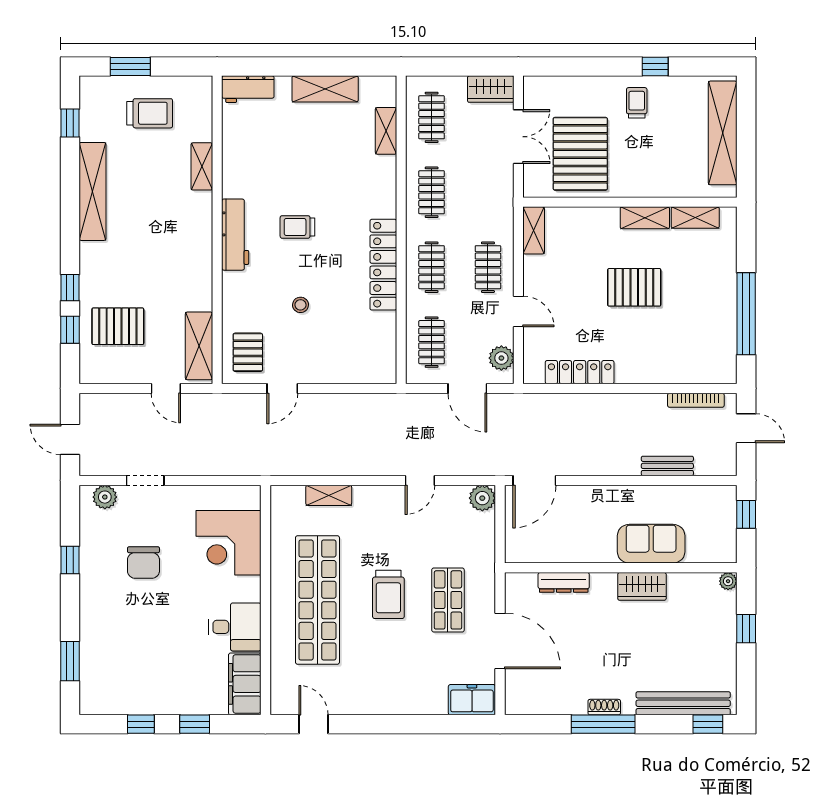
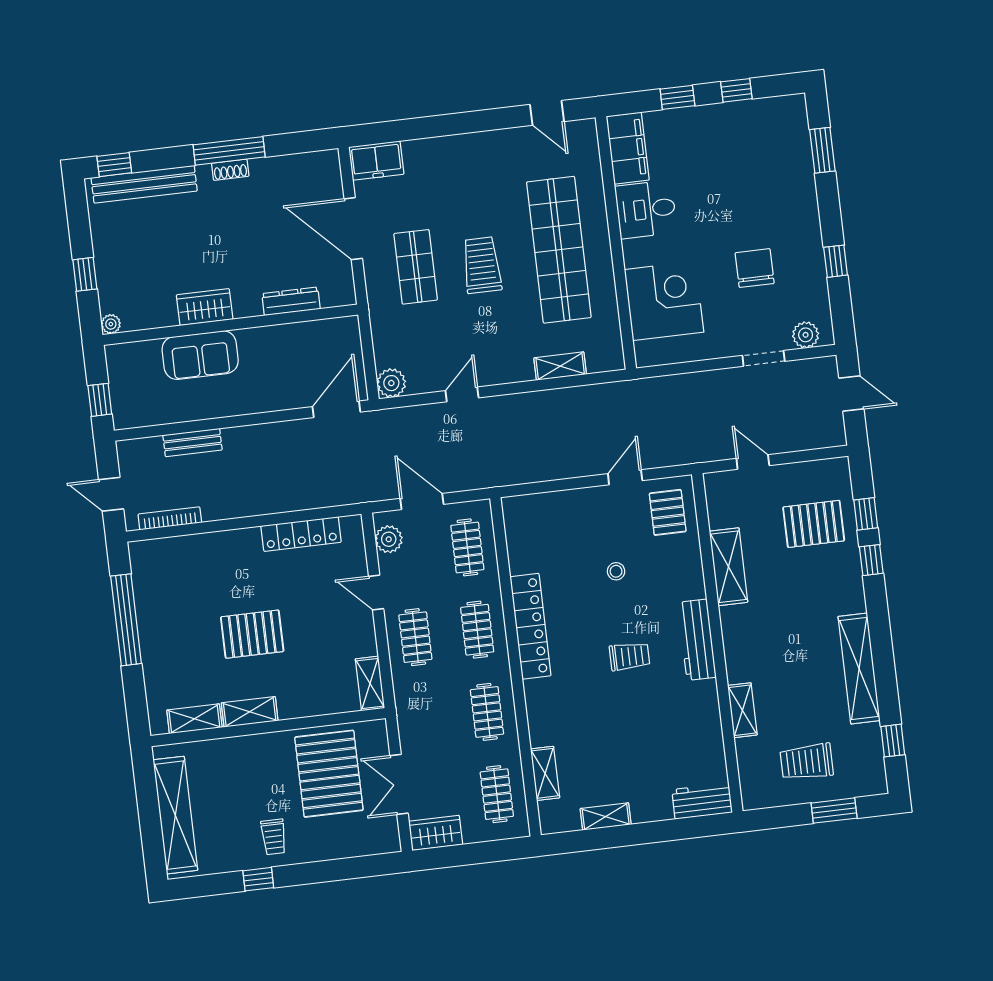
shelving: (325, 89) -> (606, 817), width x0.67, depth x0.75
shelving: (199, 346) -> (728, 567), moved

